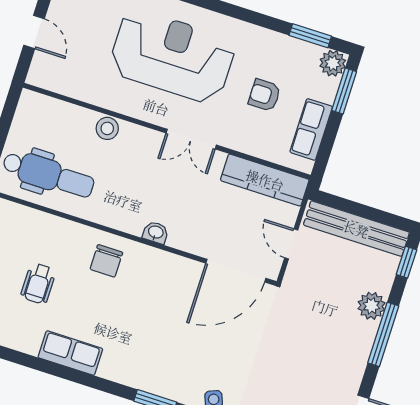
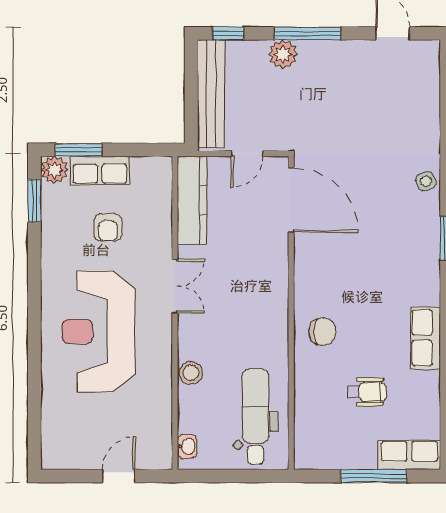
row of seats: (311, 129) -> (100, 170), moved
washbasin: (156, 233) -> (187, 446), moved, turned 180

